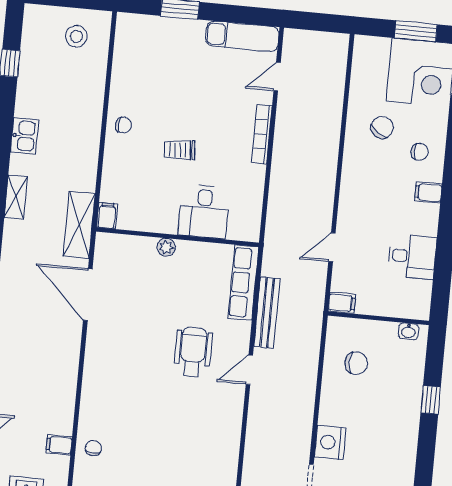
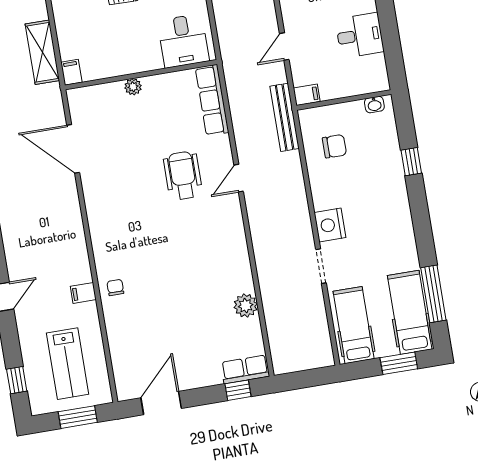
desk: (204, 211) -> (183, 41), moved
shelving: (79, 225) -> (42, 52), moved
bench: (267, 313) -> (285, 117), moved

